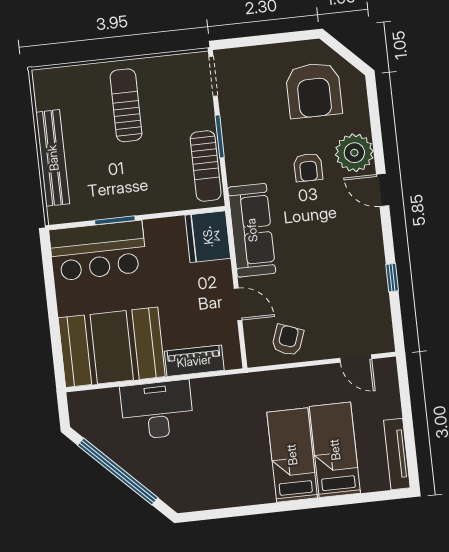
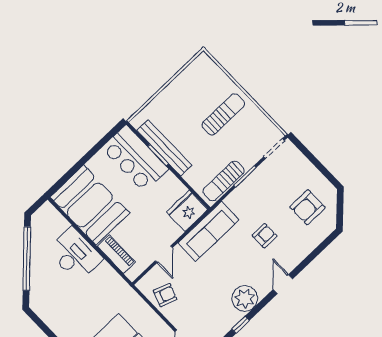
armchair: (314, 90) -> (307, 207), width x0.73, depth x0.73
plant: (354, 153) -> (245, 298), moved
bench: (53, 158) -> (164, 148), moved, turned 90
armchair: (308, 167) -> (265, 236), turned 180

